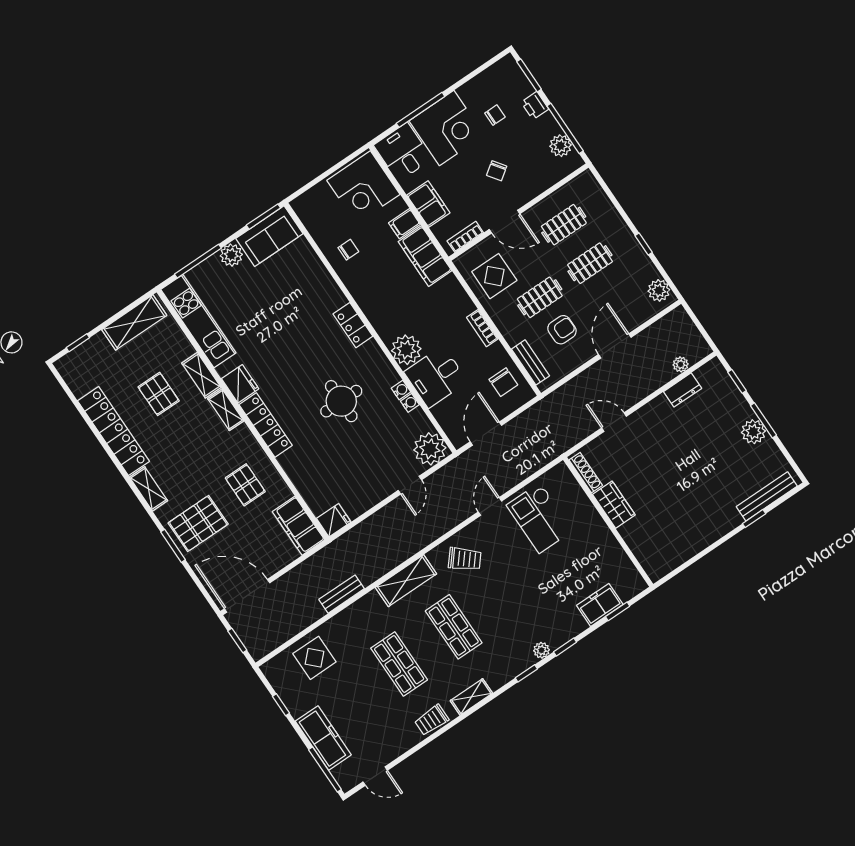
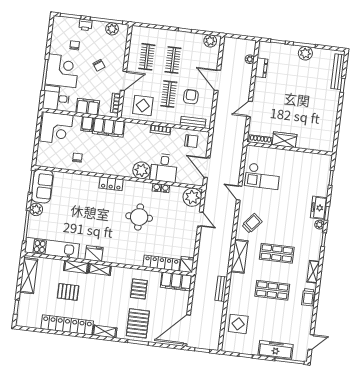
locker: (266, 425) -> (162, 263), moved
pallet: (245, 485) -> (139, 289), turned 90
freezer: (600, 605) -> (319, 208), moved

